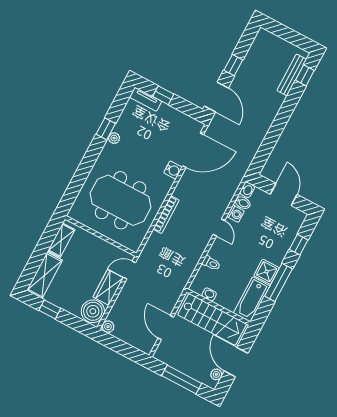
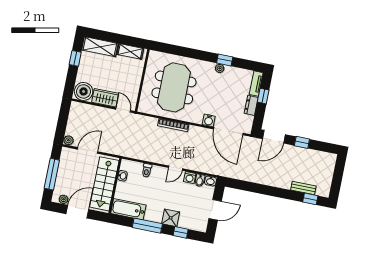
bench: (292, 75) -> (303, 188), width x0.73
dresser: (170, 113) -> (251, 105), added
shower: (267, 272) -> (171, 218), moved
plant: (108, 327) -> (68, 140), moved

